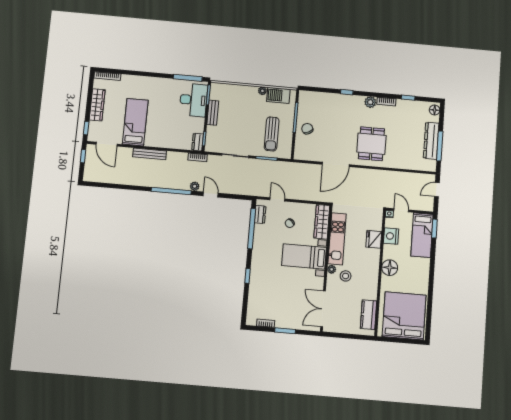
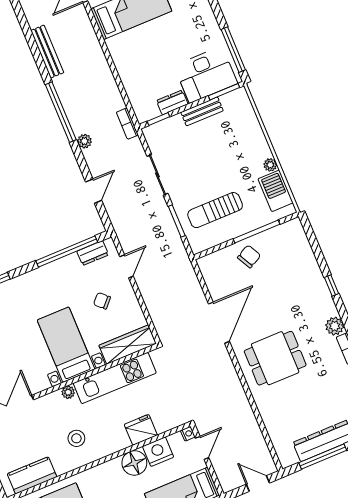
dresser: (198, 142) -> (172, 102), moved
bench: (150, 154) -> (47, 52), moved
door: (336, 164) -> (219, 323), swing flipped
door: (211, 194) -> (94, 191), moved
floor lamp: (390, 268) -> (134, 463), moved
stool: (346, 276) -> (76, 438), moved

